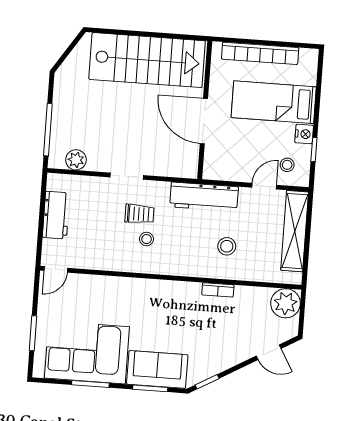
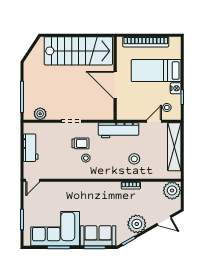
plant: (223, 355) -> (137, 224), added

